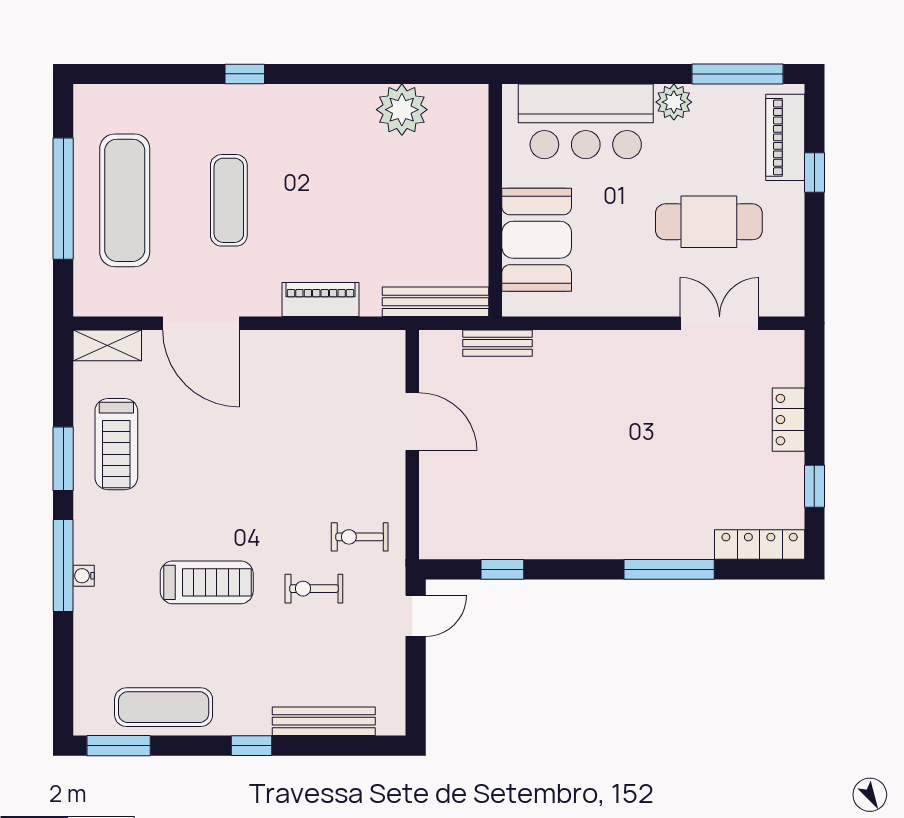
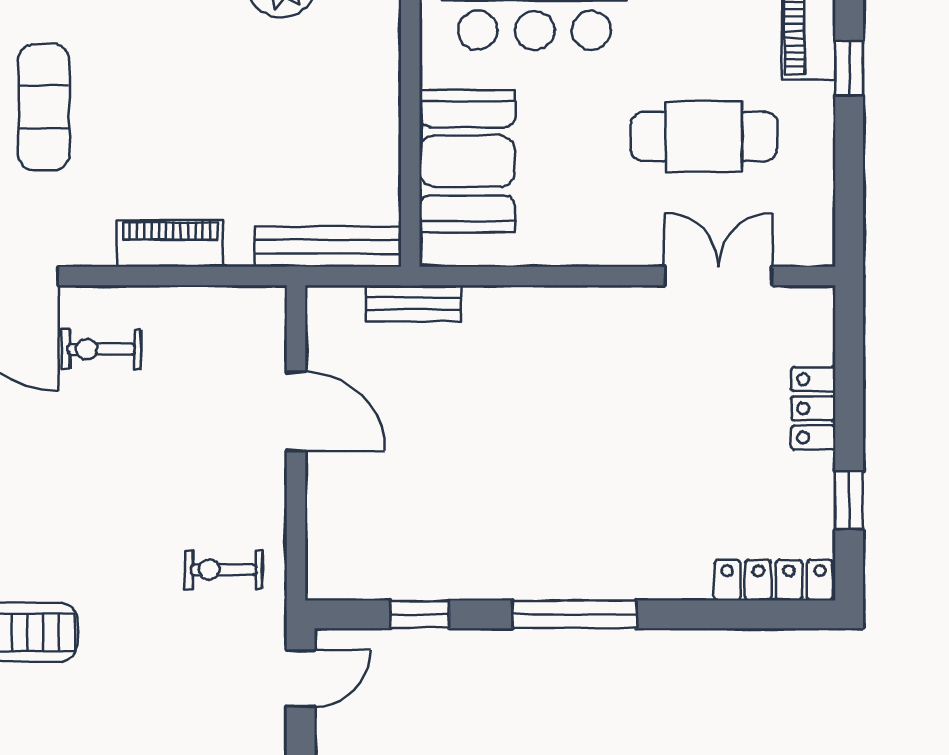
window: (669, 569) -> (574, 614), moved
exercise bike: (314, 589) -> (101, 349), moved

